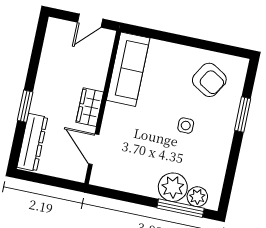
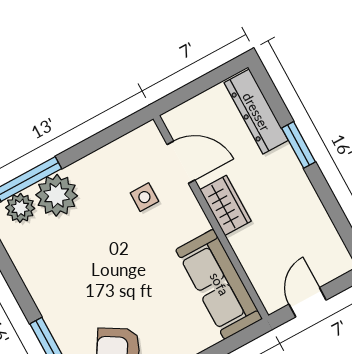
side table: (186, 126) -> (144, 197), moved

